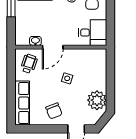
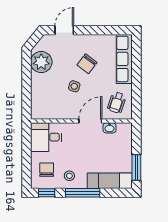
chair: (54, 111) -> (87, 64), moved, turned -122

